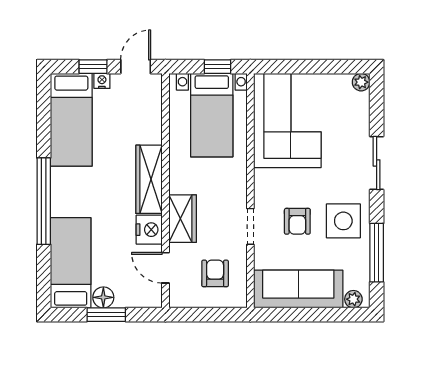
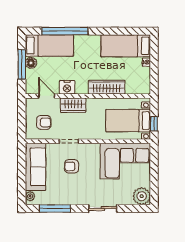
window: (93, 67) -> (154, 57), removed
door: (136, 67) -> (154, 80), removed
plant: (361, 82) -> (142, 196), width x1.88, depth x1.88
wardrobe: (149, 179) -> (107, 87), moved
window: (44, 201) -> (65, 31), moved
side table: (343, 221) -> (72, 191), removed
door: (165, 268) -> (47, 96), hinge flipped
window: (106, 315) -> (22, 64), width x1.44

